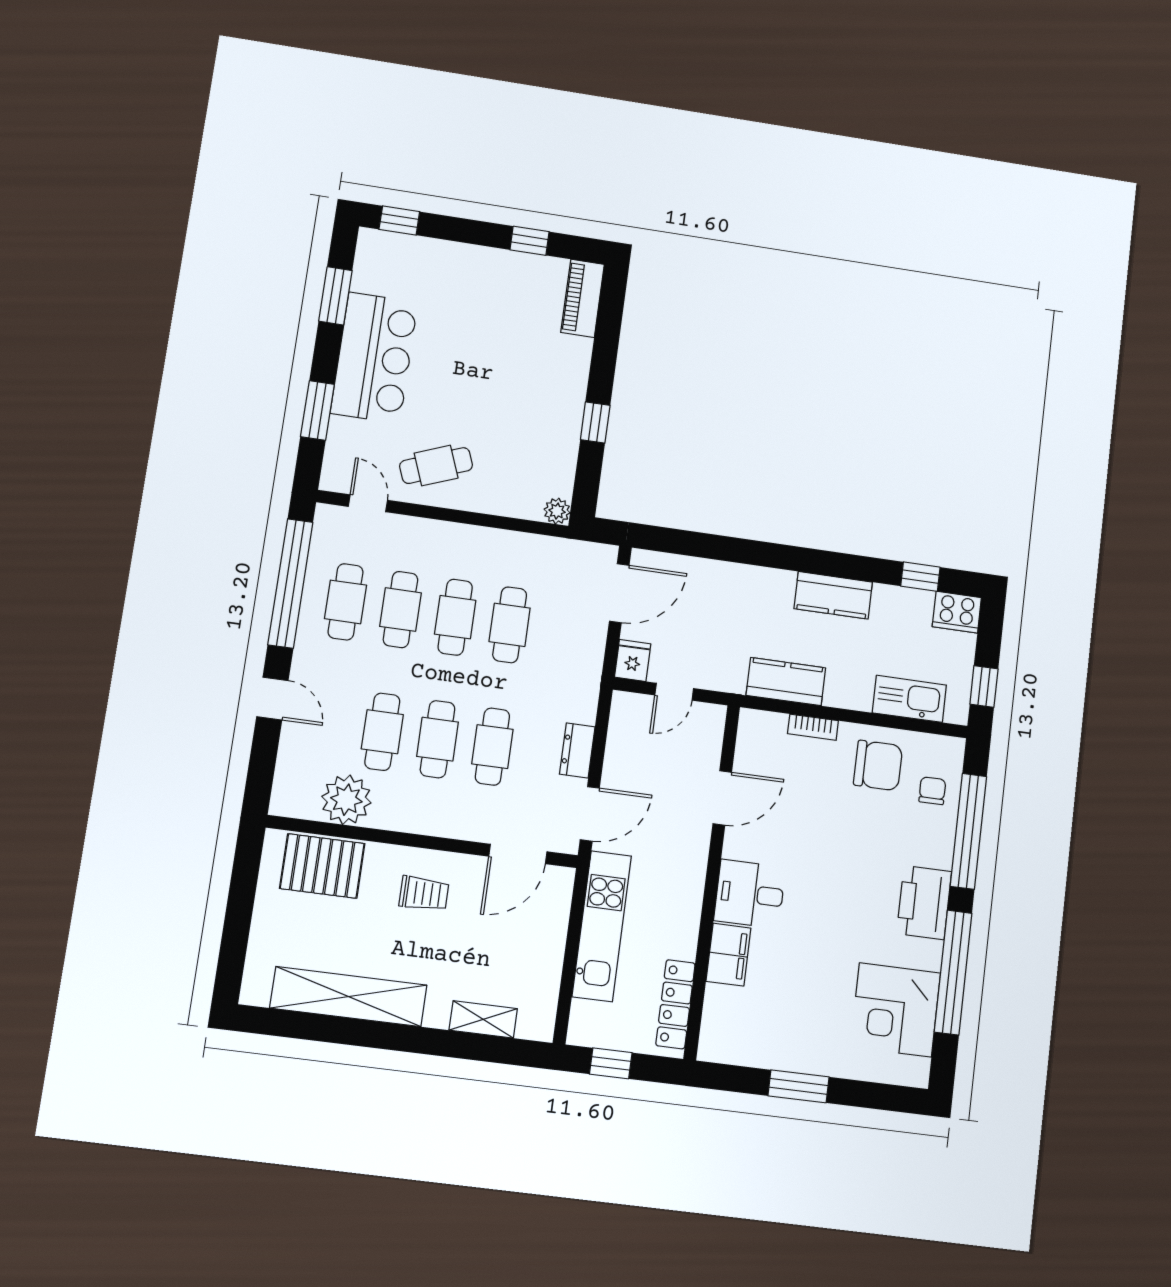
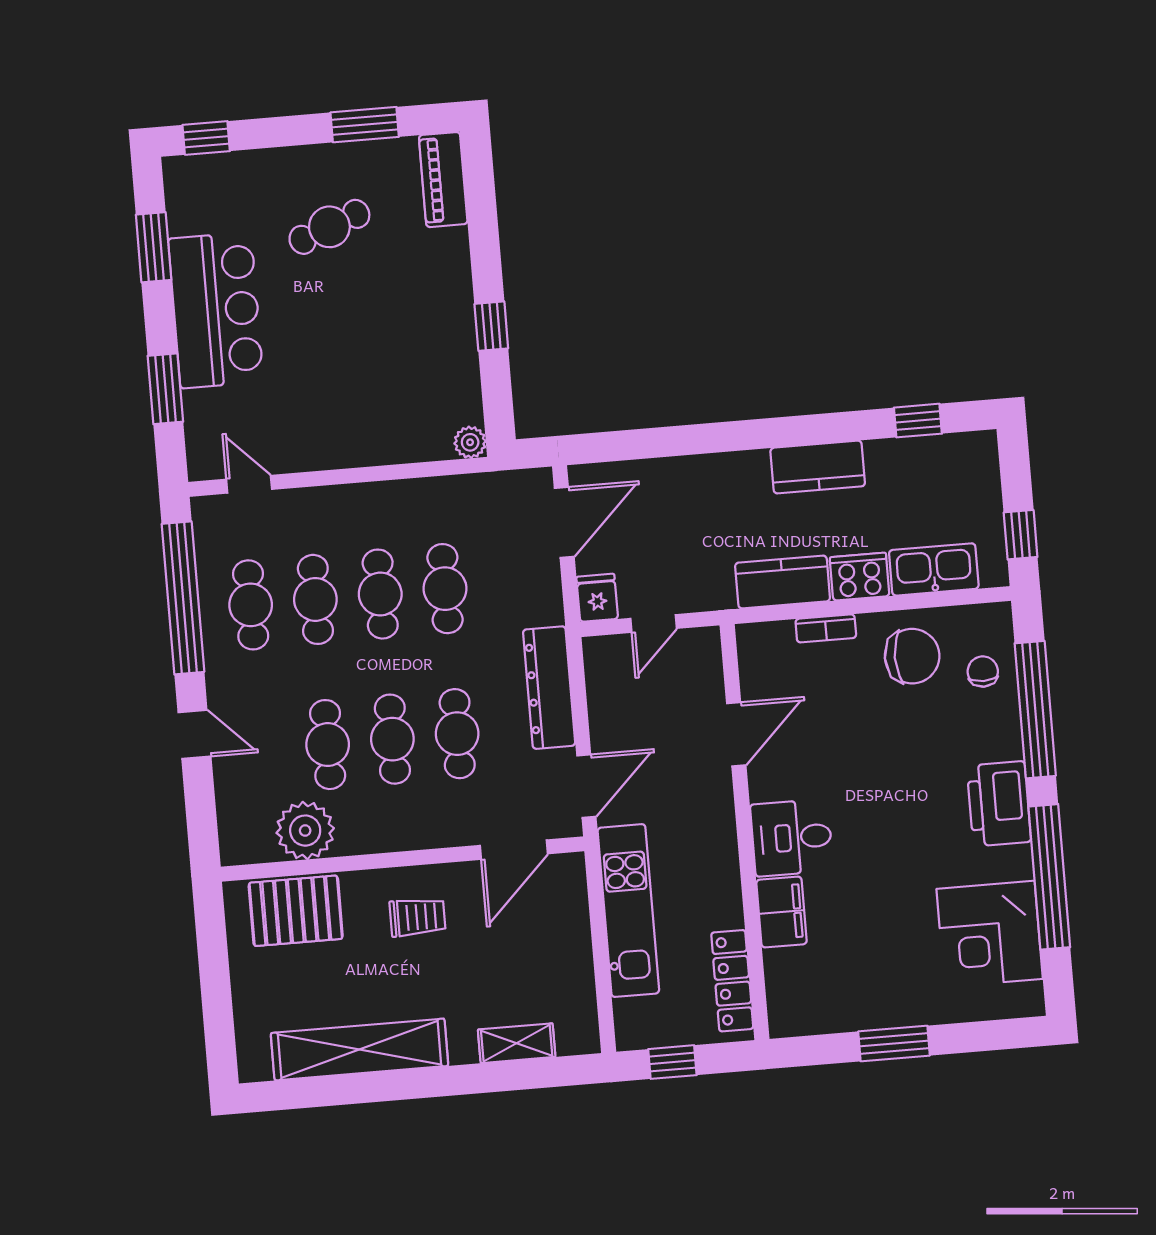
window: (529, 241) -> (365, 125), width x1.50
cafe table: (436, 466) -> (329, 227), moved
cooker: (957, 612) -> (860, 577), moved, turned 180
dresser: (577, 750) -> (549, 688), width x1.96, depth x1.24

